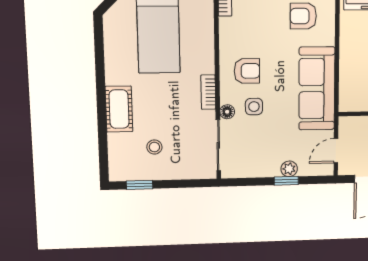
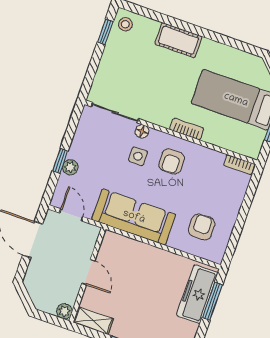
bookcase: (208, 92) -> (187, 129), moved
stool: (154, 147) -> (125, 24), moved

